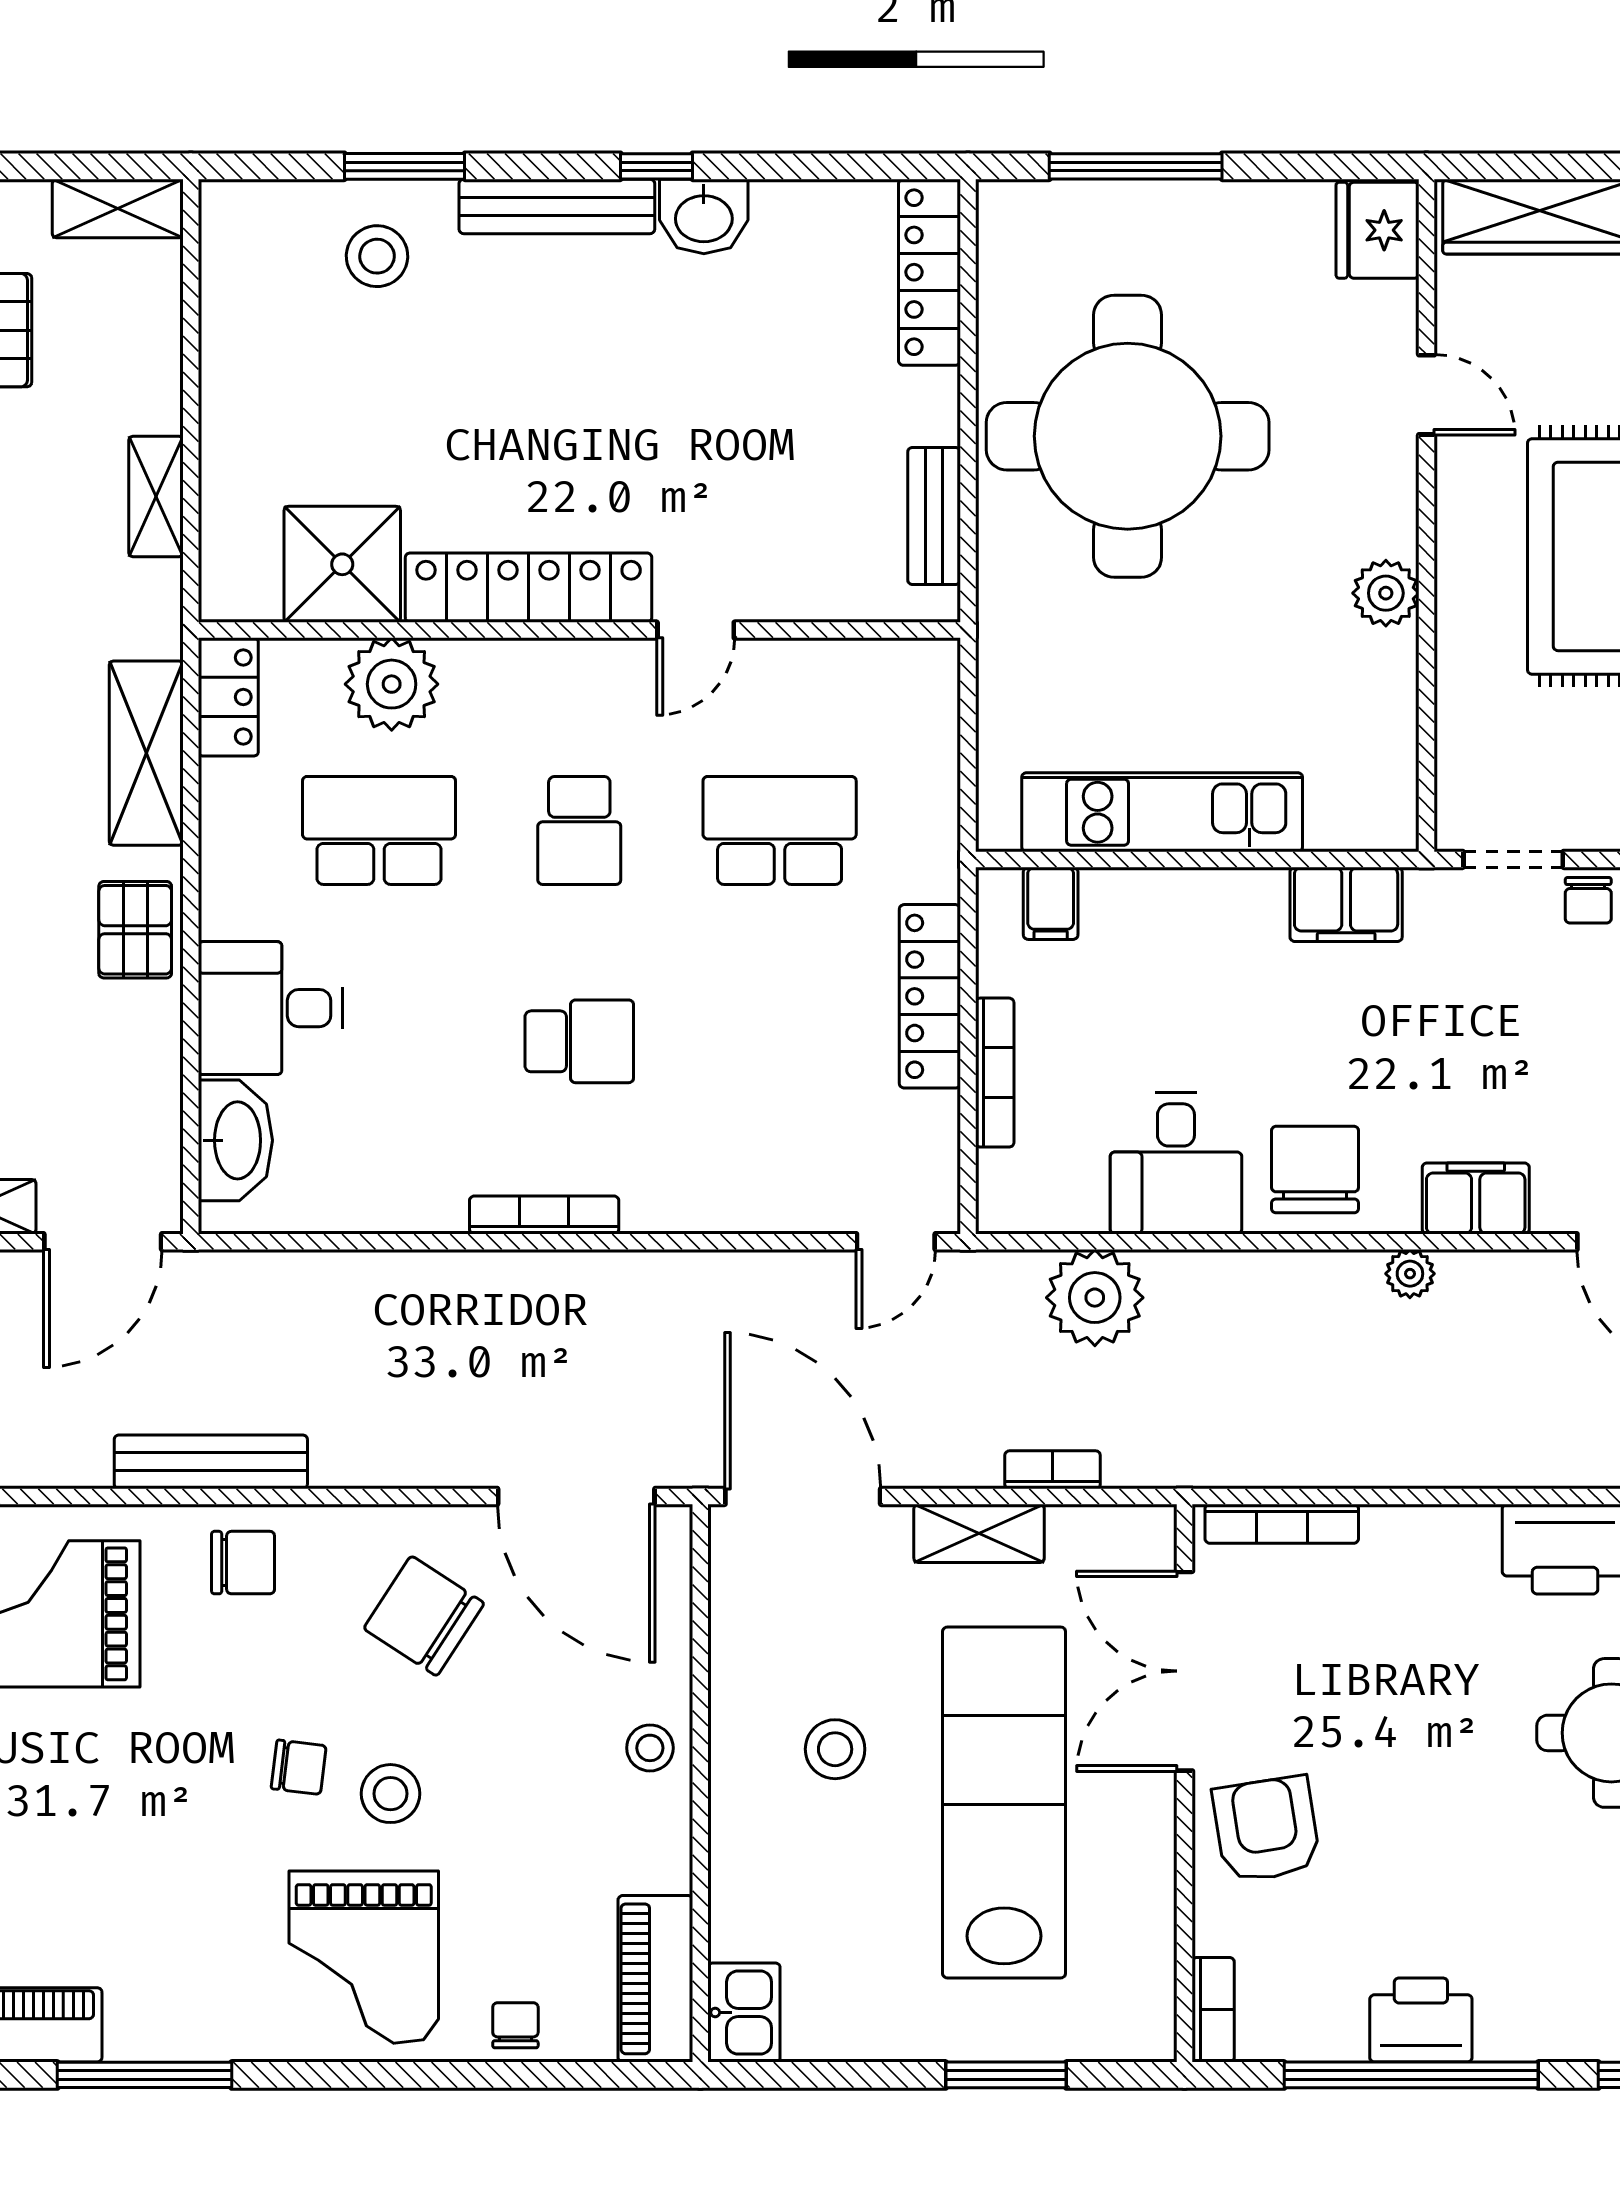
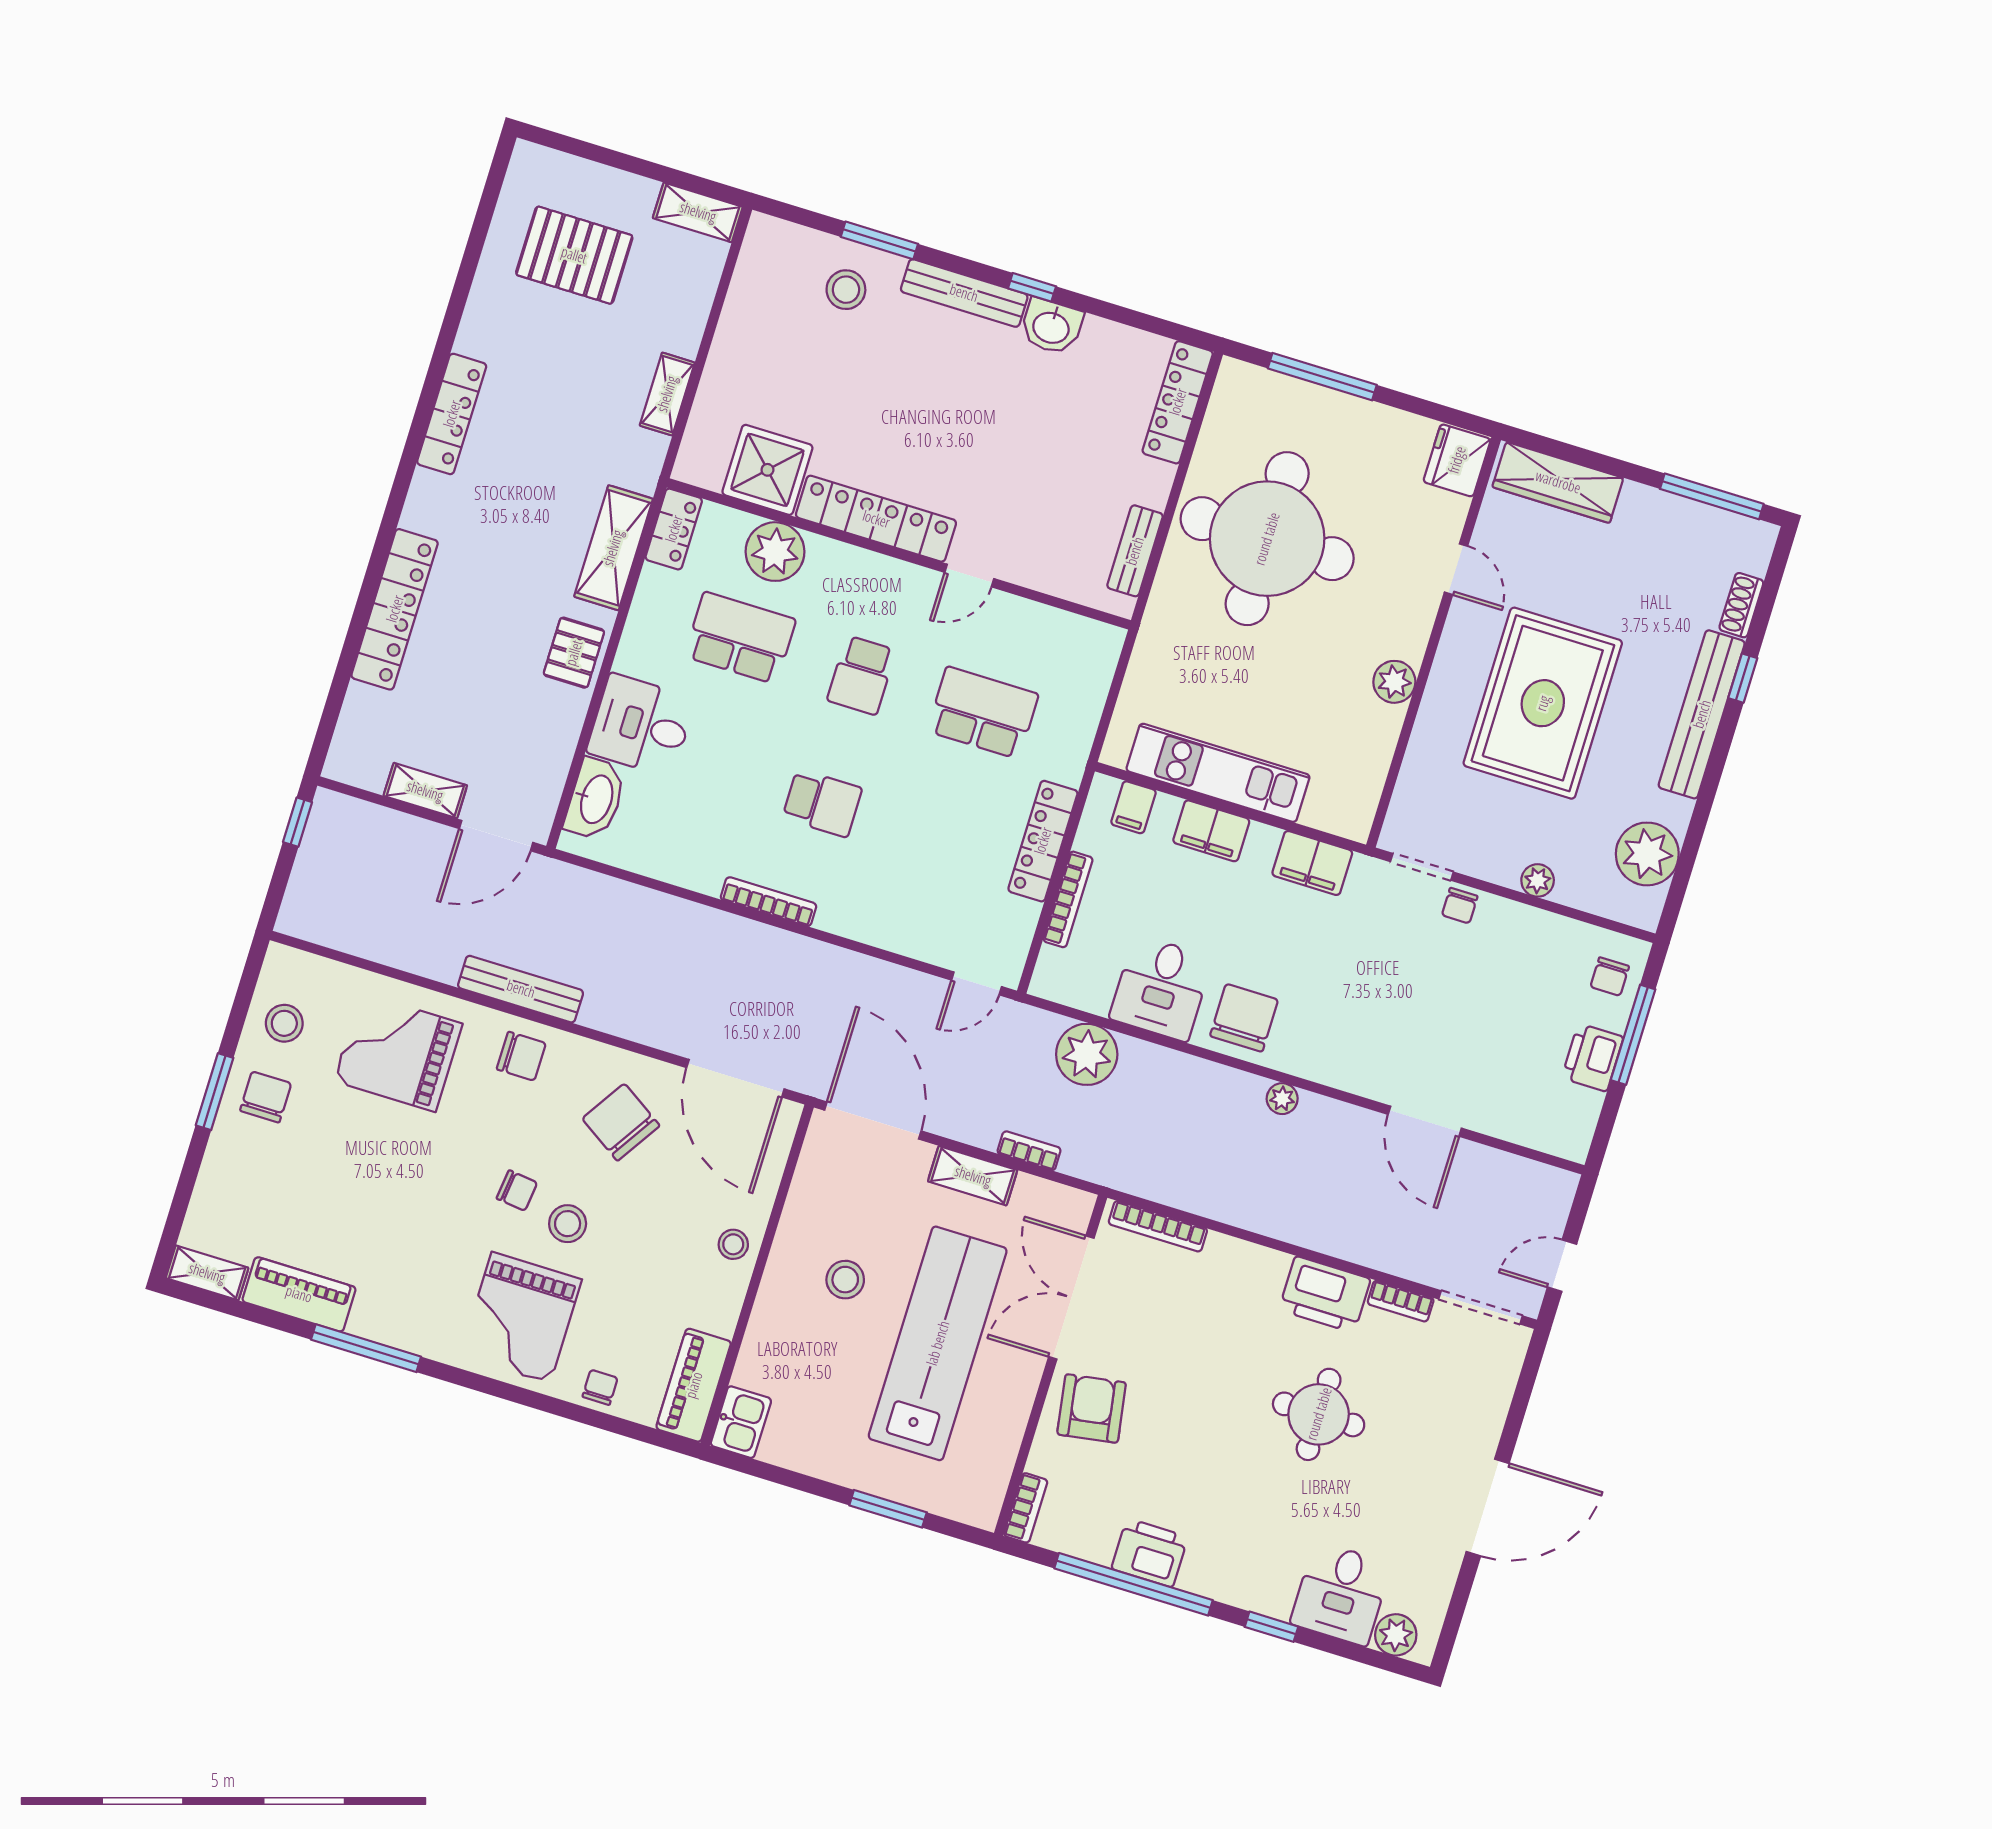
filing cabinet: (1476, 1198) -> (1211, 831), moved, turned 180

